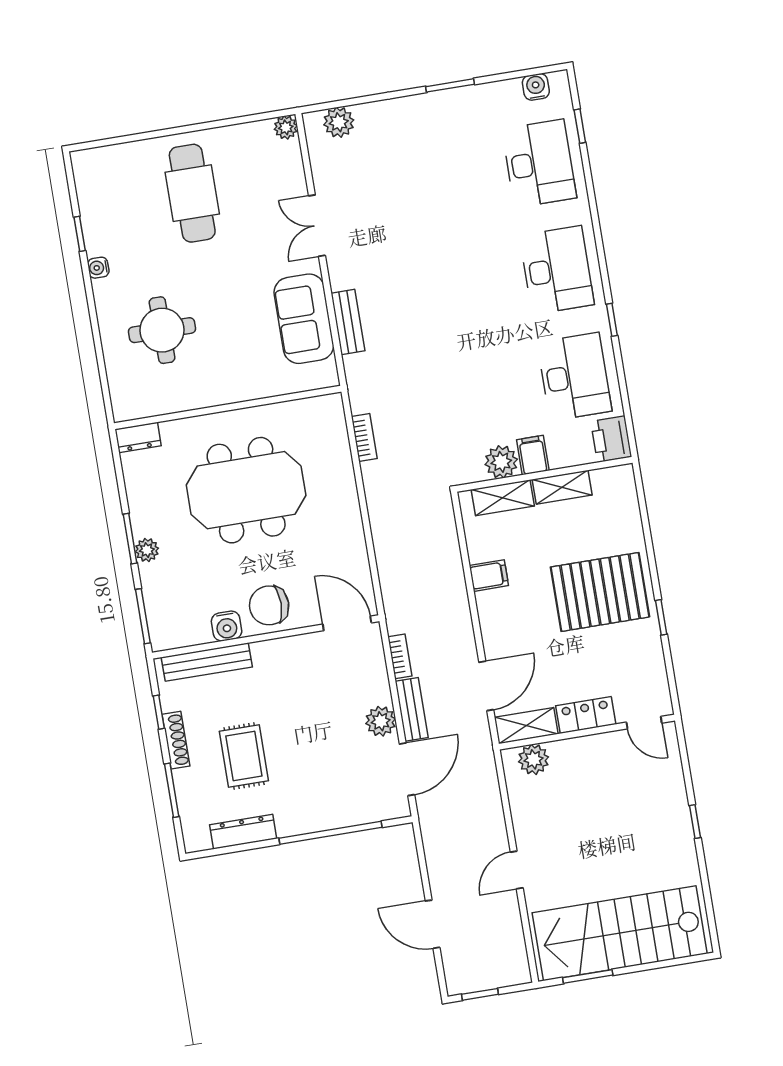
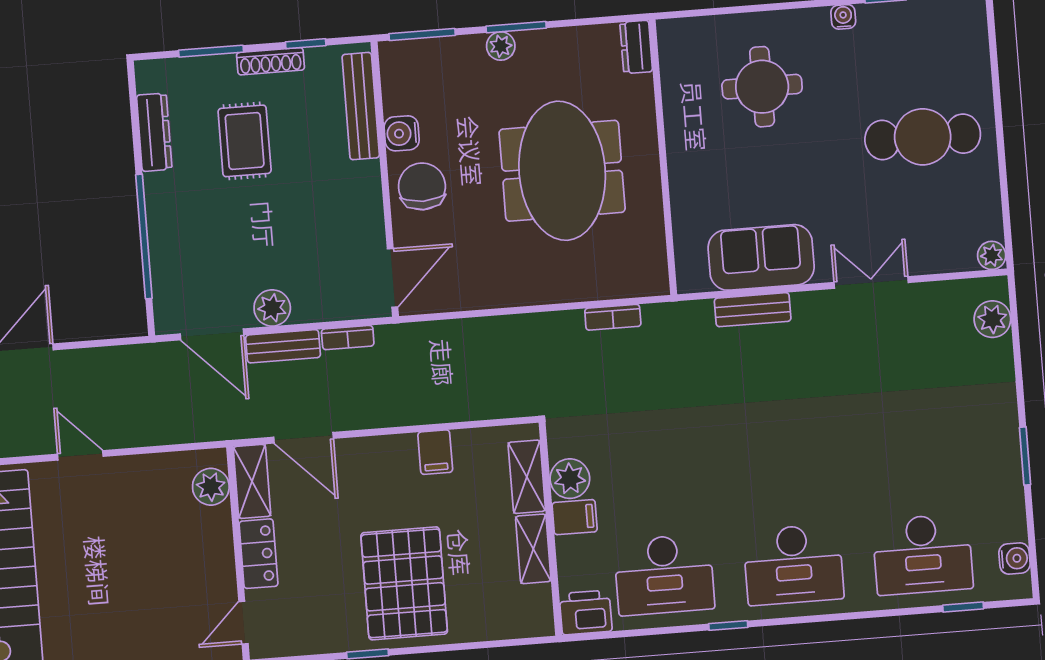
rug: (244, 756) -> (245, 141), turned 90

